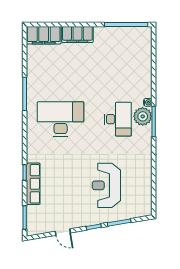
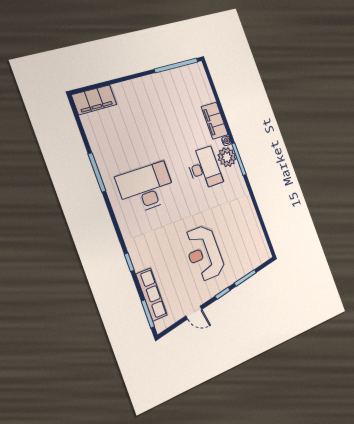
filing cabinet: (77, 34) -> (215, 121), moved, turned 90
row of seats: (33, 184) -> (152, 295), moved
reception desk: (106, 185) -> (204, 253), moved

